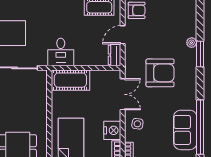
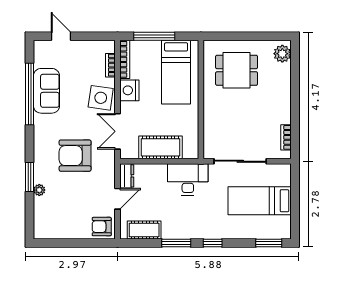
desk: (61, 52) -> (188, 179), width x1.37
cot: (70, 80) -> (161, 147), moved
side table: (137, 124) -> (101, 98), width x1.87, depth x1.87

